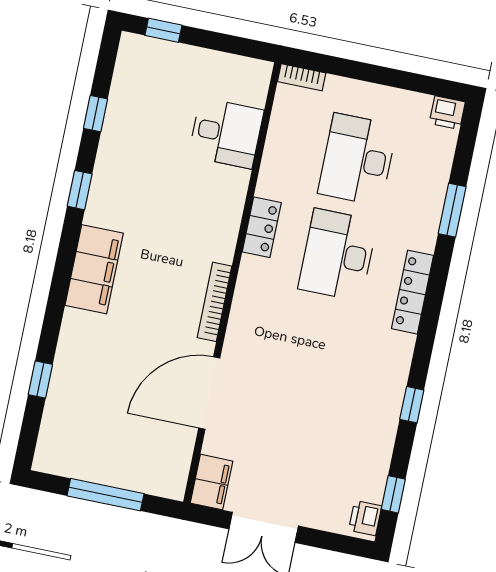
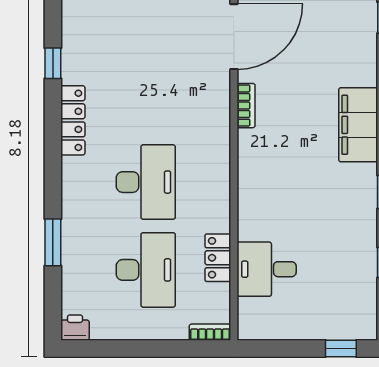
locker: (262, 227) -> (218, 258), moved
locker: (413, 292) -> (73, 120), moved
bookcase: (214, 302) -> (246, 106), width x0.64

